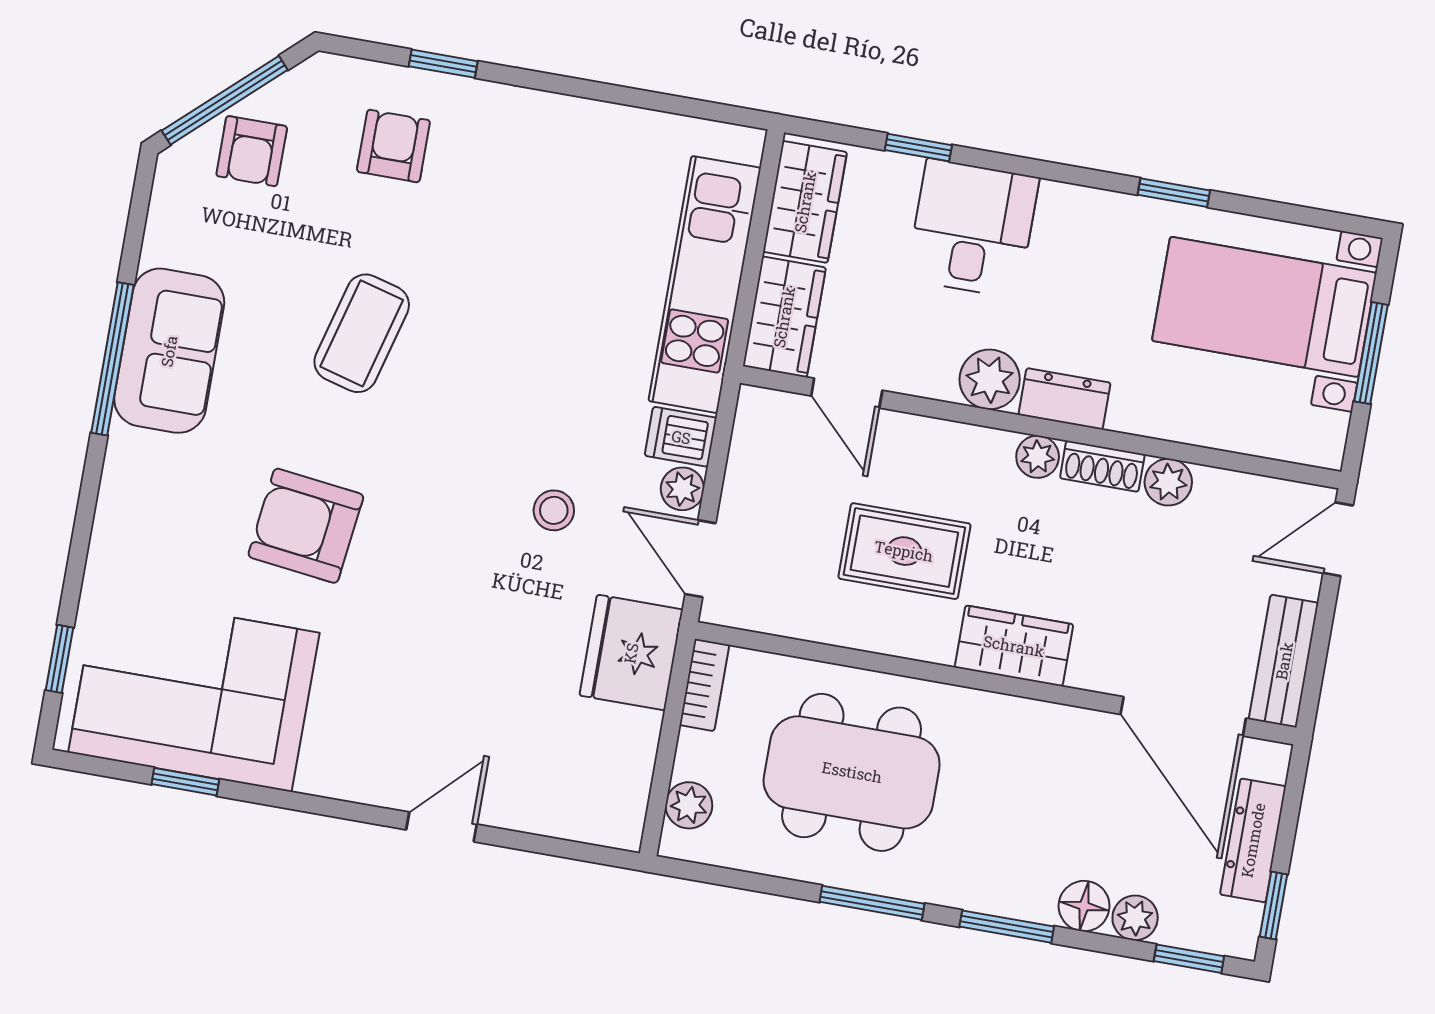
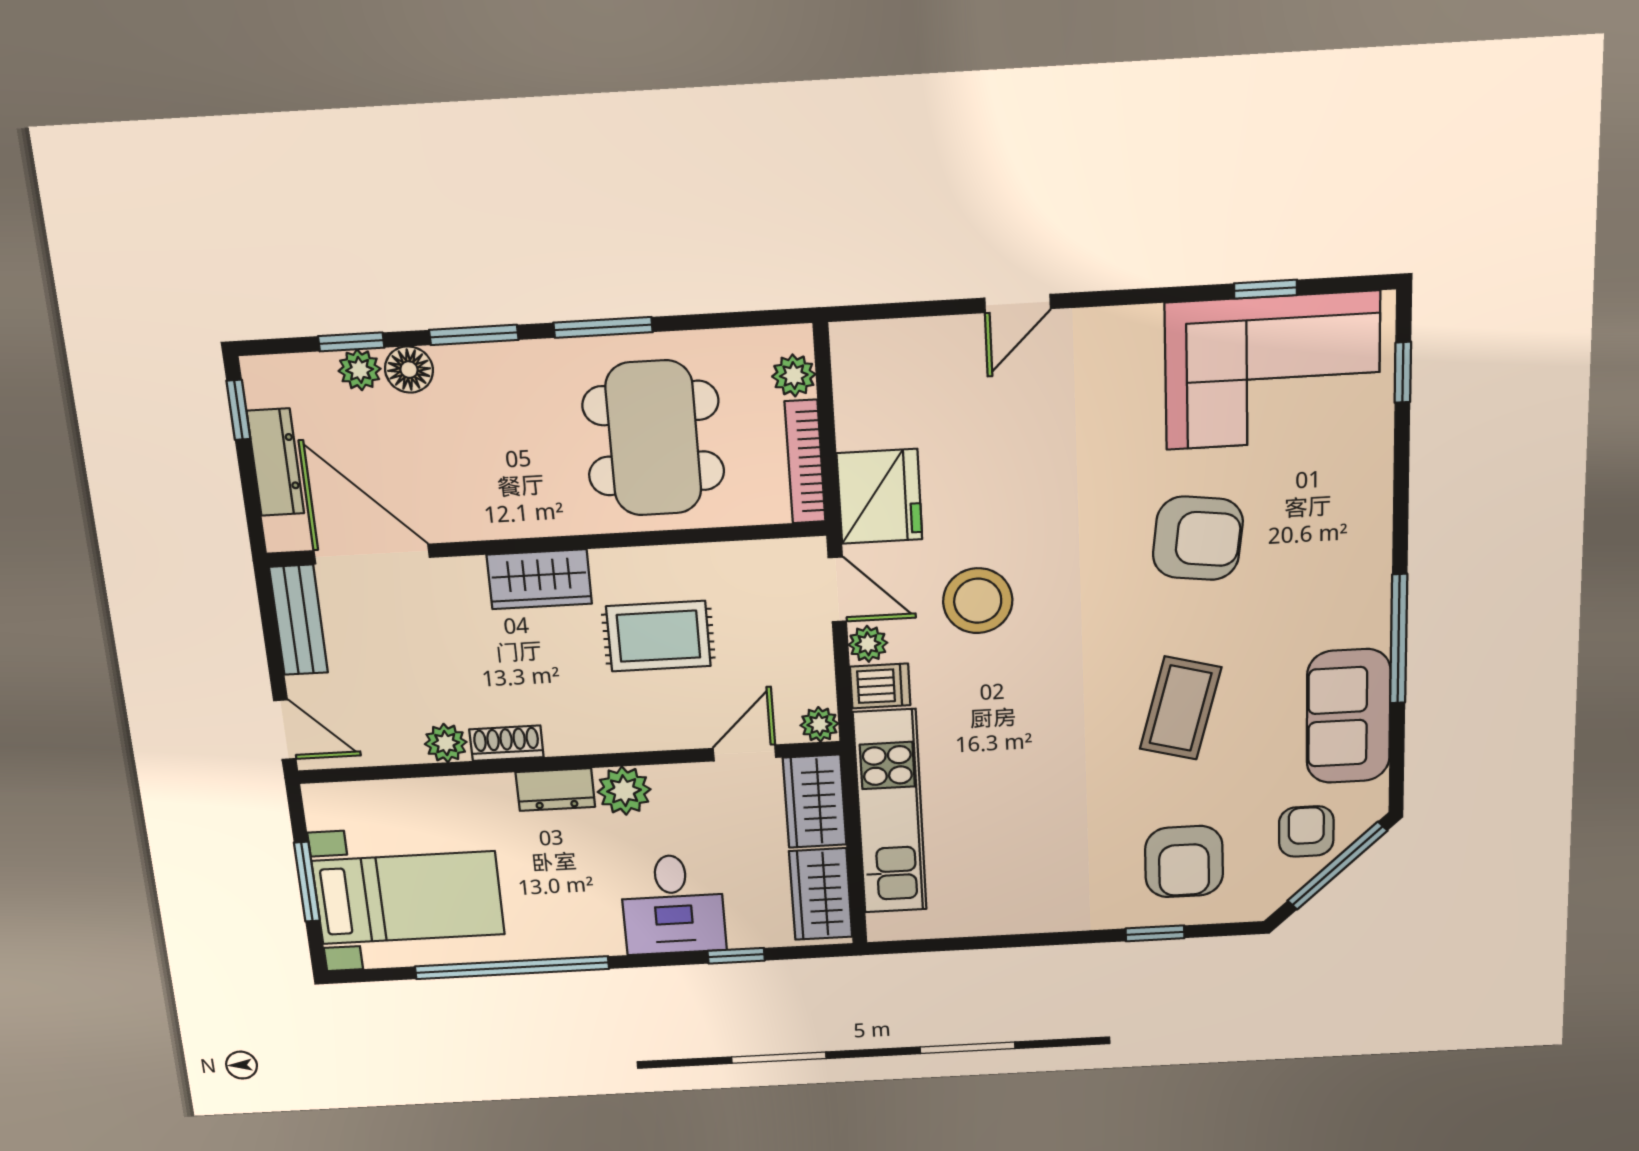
armchair: (393, 146) -> (1184, 862), width x1.38, depth x1.38
window: (1174, 193) -> (512, 968), width x3.17
sofa: (169, 351) -> (1348, 716), moved
door: (847, 393) -> (744, 753), hinge flipped
plant: (1038, 457) -> (819, 724), moved
stool: (554, 510) -> (978, 601), width x1.89, depth x1.89
door: (1338, 539) -> (285, 730), hinge flipped
bookcase: (704, 685) -> (805, 462), width x1.56
dining table: (852, 772) -> (653, 438), turned 90
window: (1189, 959) -> (351, 342), moved

